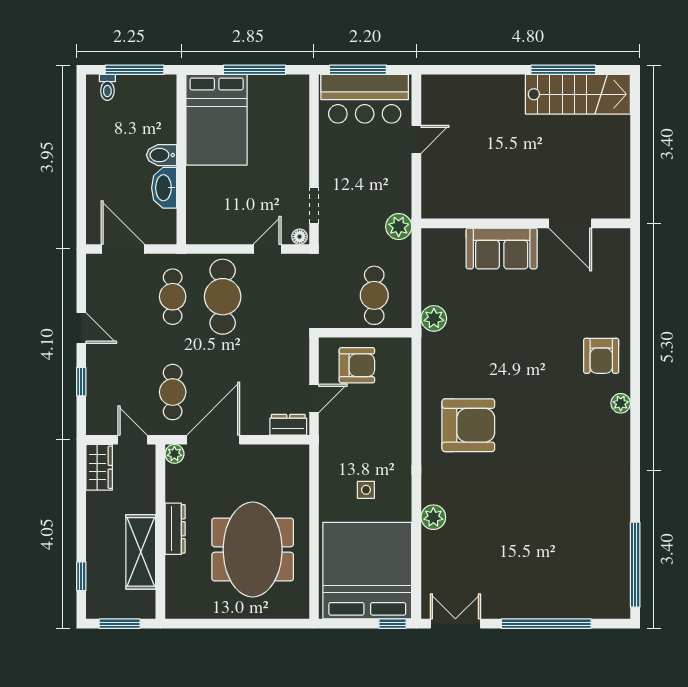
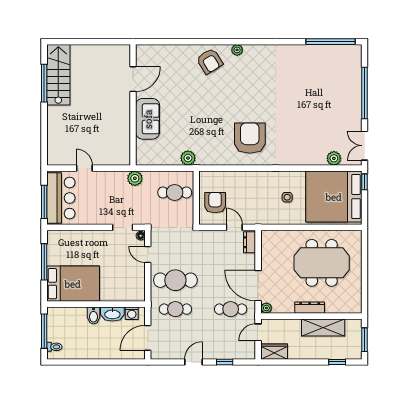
washing machine: (166, 221) -> (132, 313), added
armchair: (601, 356) -> (210, 61), turned 58
plant: (433, 517) -> (334, 158), moved

